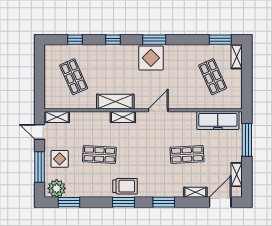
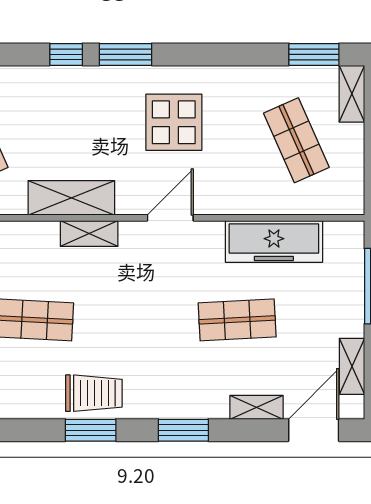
window: (154, 40) -> (126, 54), moved
display table: (151, 58) -> (174, 122), moved
freezer: (218, 121) -> (274, 241), moved

